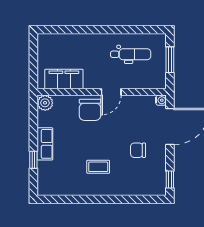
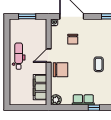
dental chair: (131, 54) -> (19, 56), moved
door: (111, 92) -> (49, 56), swing flipped
chair: (138, 150) -> (73, 39), moved

